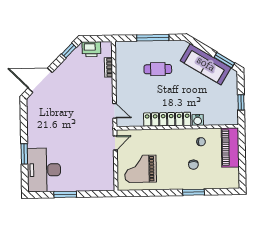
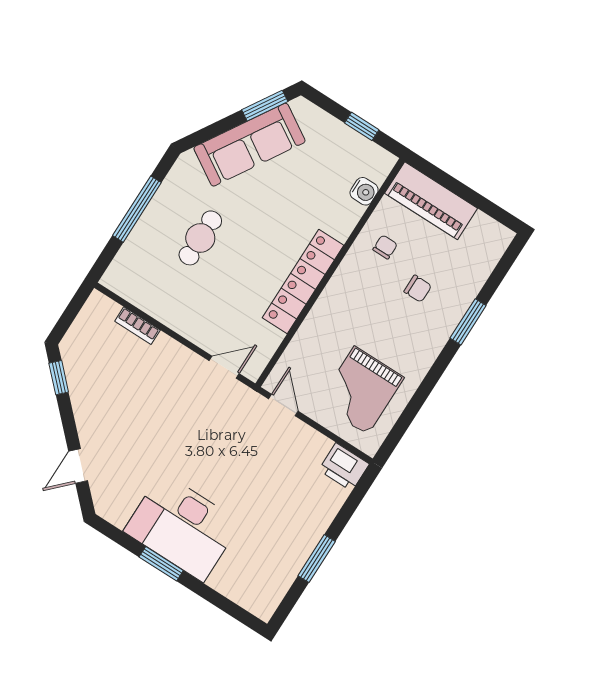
printer: (91, 49) -> (344, 467), moved, turned 90
door: (40, 80) -> (78, 466), width x0.53
water cooler: (198, 120) -> (364, 191), moved
window: (24, 154) -> (161, 564), moved
desk: (44, 170) -> (182, 527), moved

